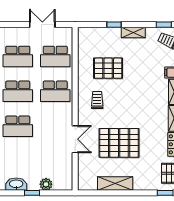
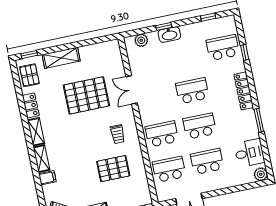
washbasin: (16, 184) -> (169, 35), moved
plant: (46, 184) -> (141, 40), moved
shelving: (115, 184) -> (61, 58), moved

